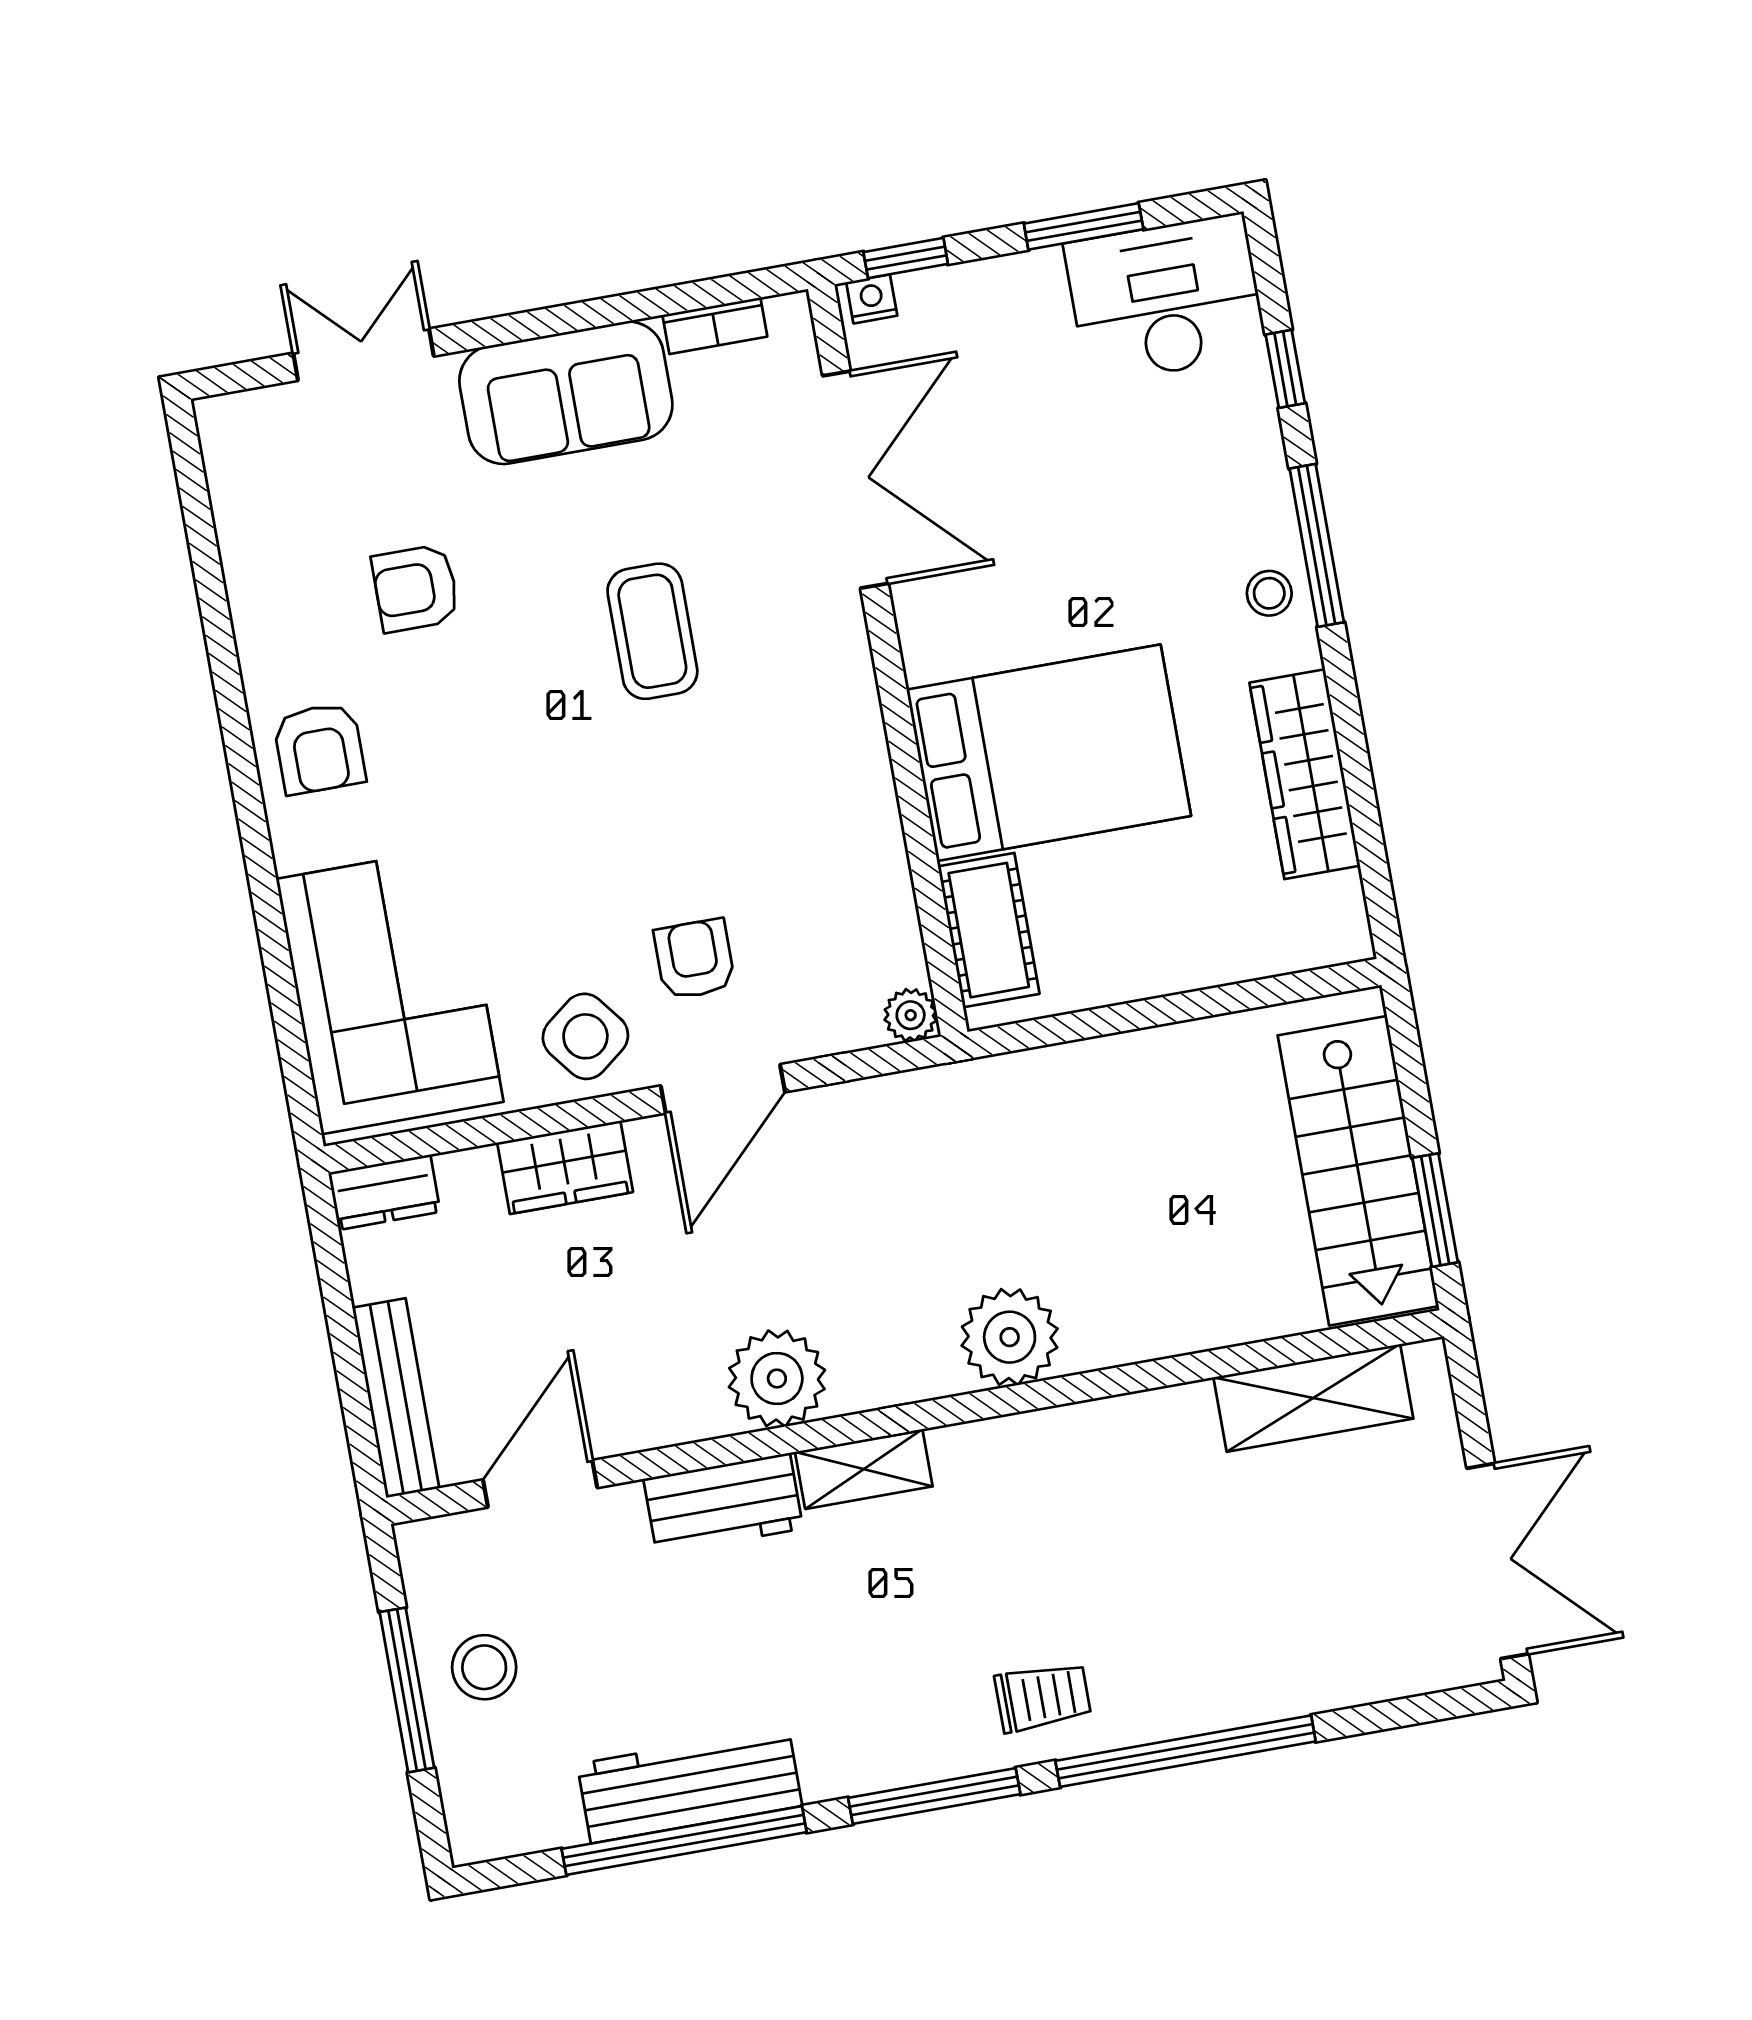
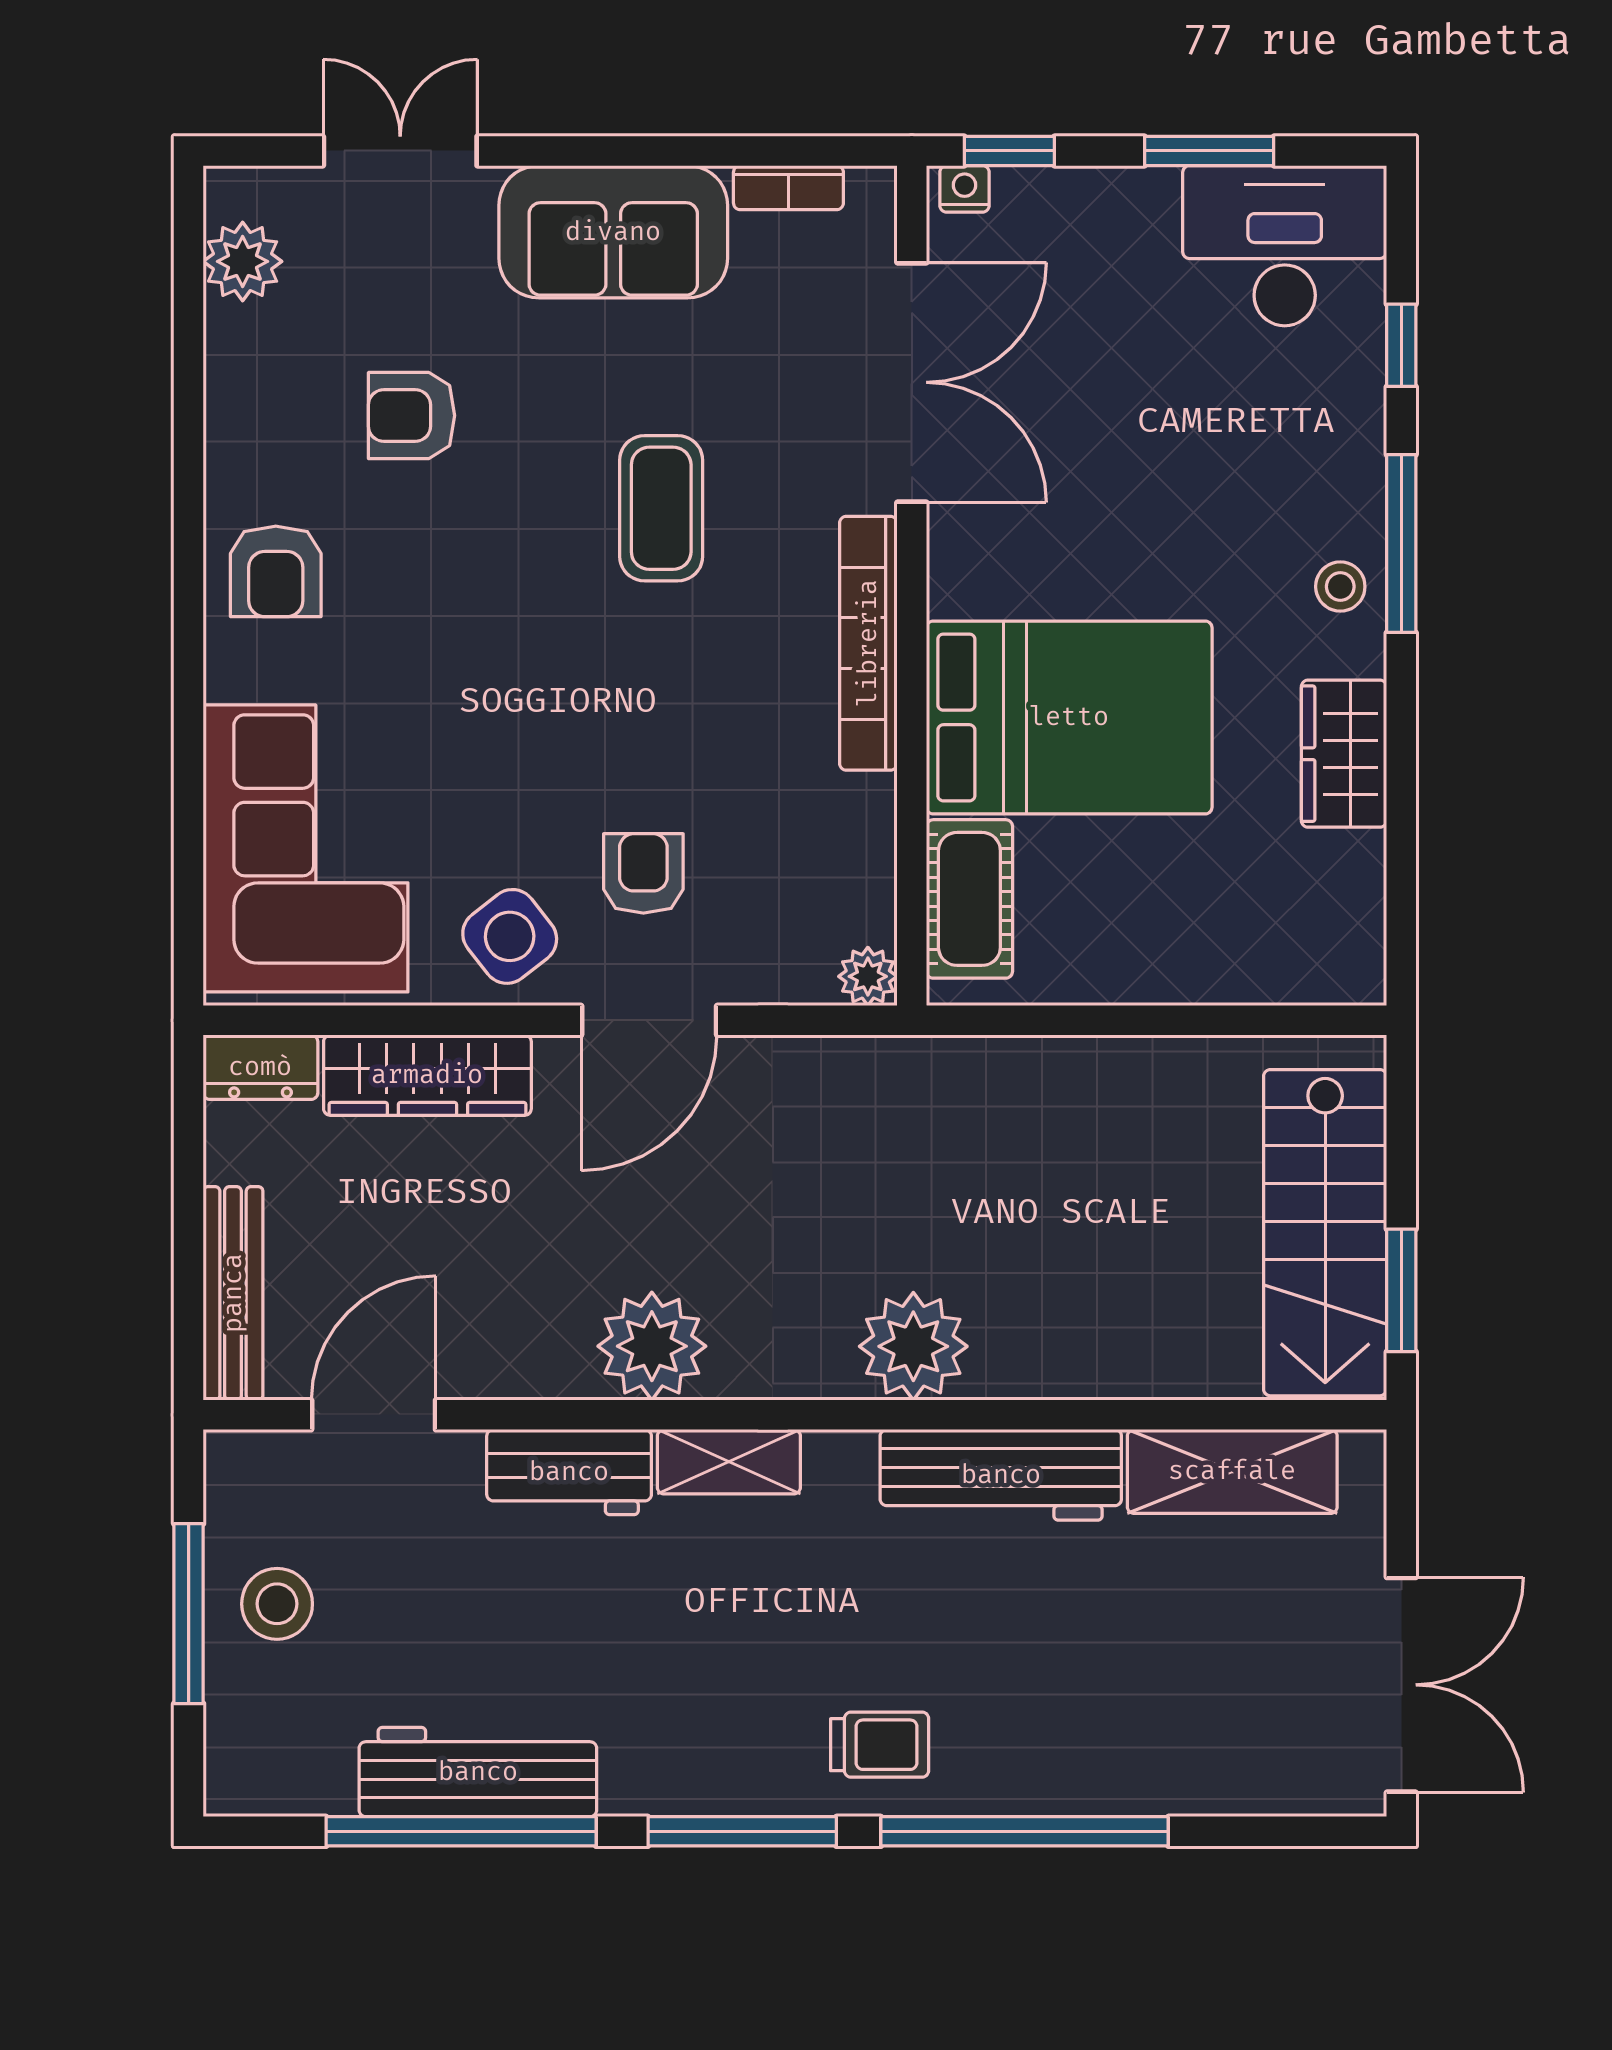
plant: (241, 478) -> (243, 261), added
bookcase: (858, 719) -> (868, 643), added
wardrobe: (1305, 774) -> (1344, 754), width x0.67
wardrobe: (565, 1167) -> (427, 1075), width x1.50
workbench: (1108, 1438) -> (1001, 1475), added

